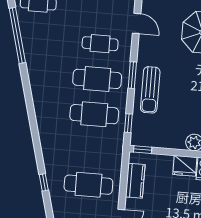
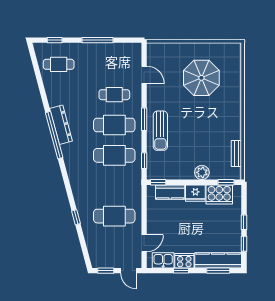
window: (17, 35) -> (54, 135), moved
dresser: (35, 74) -> (61, 125), added
kitchen counter: (135, 181) -> (170, 192), moved, turned 90

